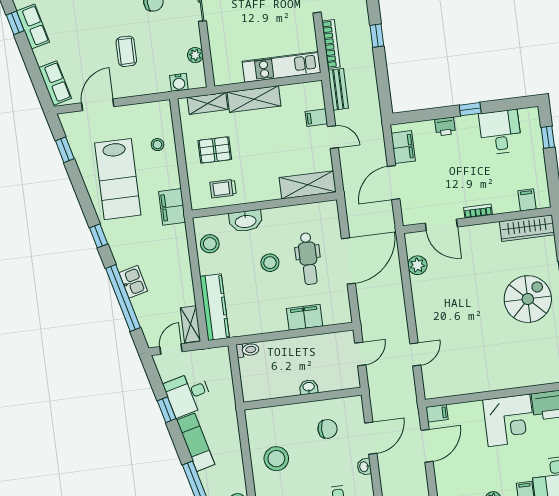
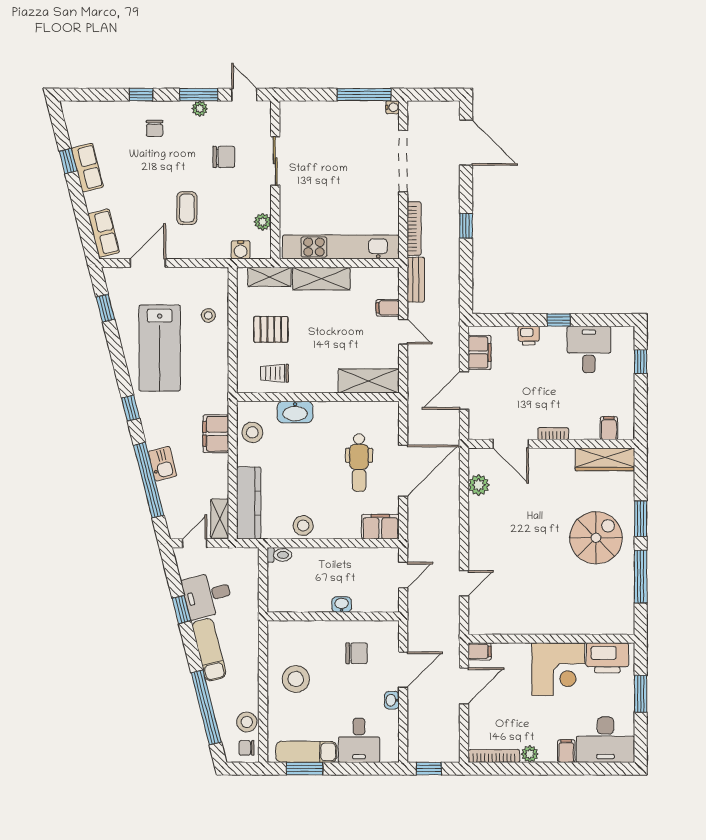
kitchen unit: (282, 67) -> (341, 247), width x1.36
filing cabinet: (172, 207) -> (216, 434), moved
stool: (270, 263) -> (303, 526), moved
filing cabinet: (305, 317) -> (380, 527), moved

